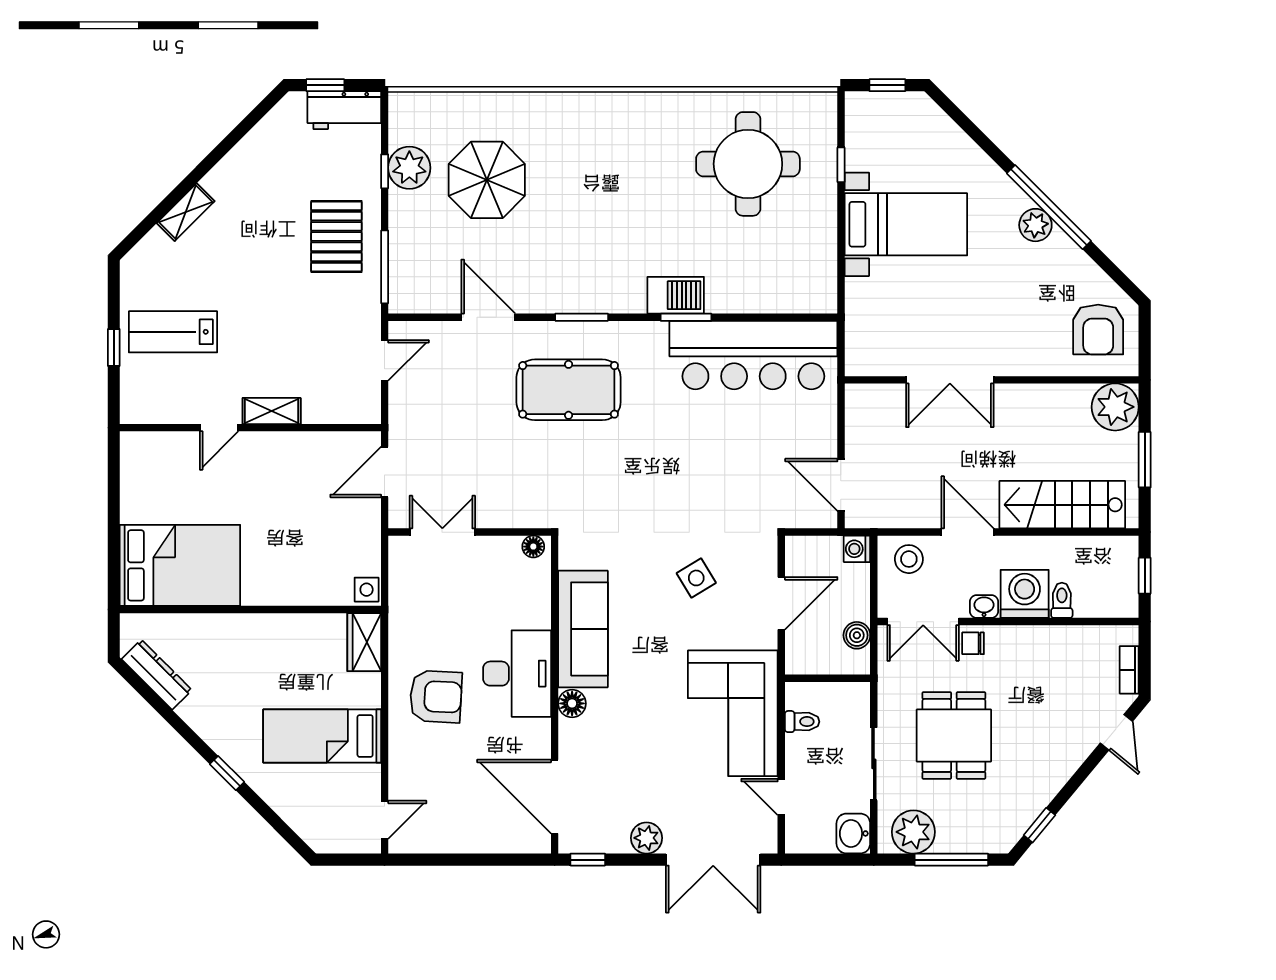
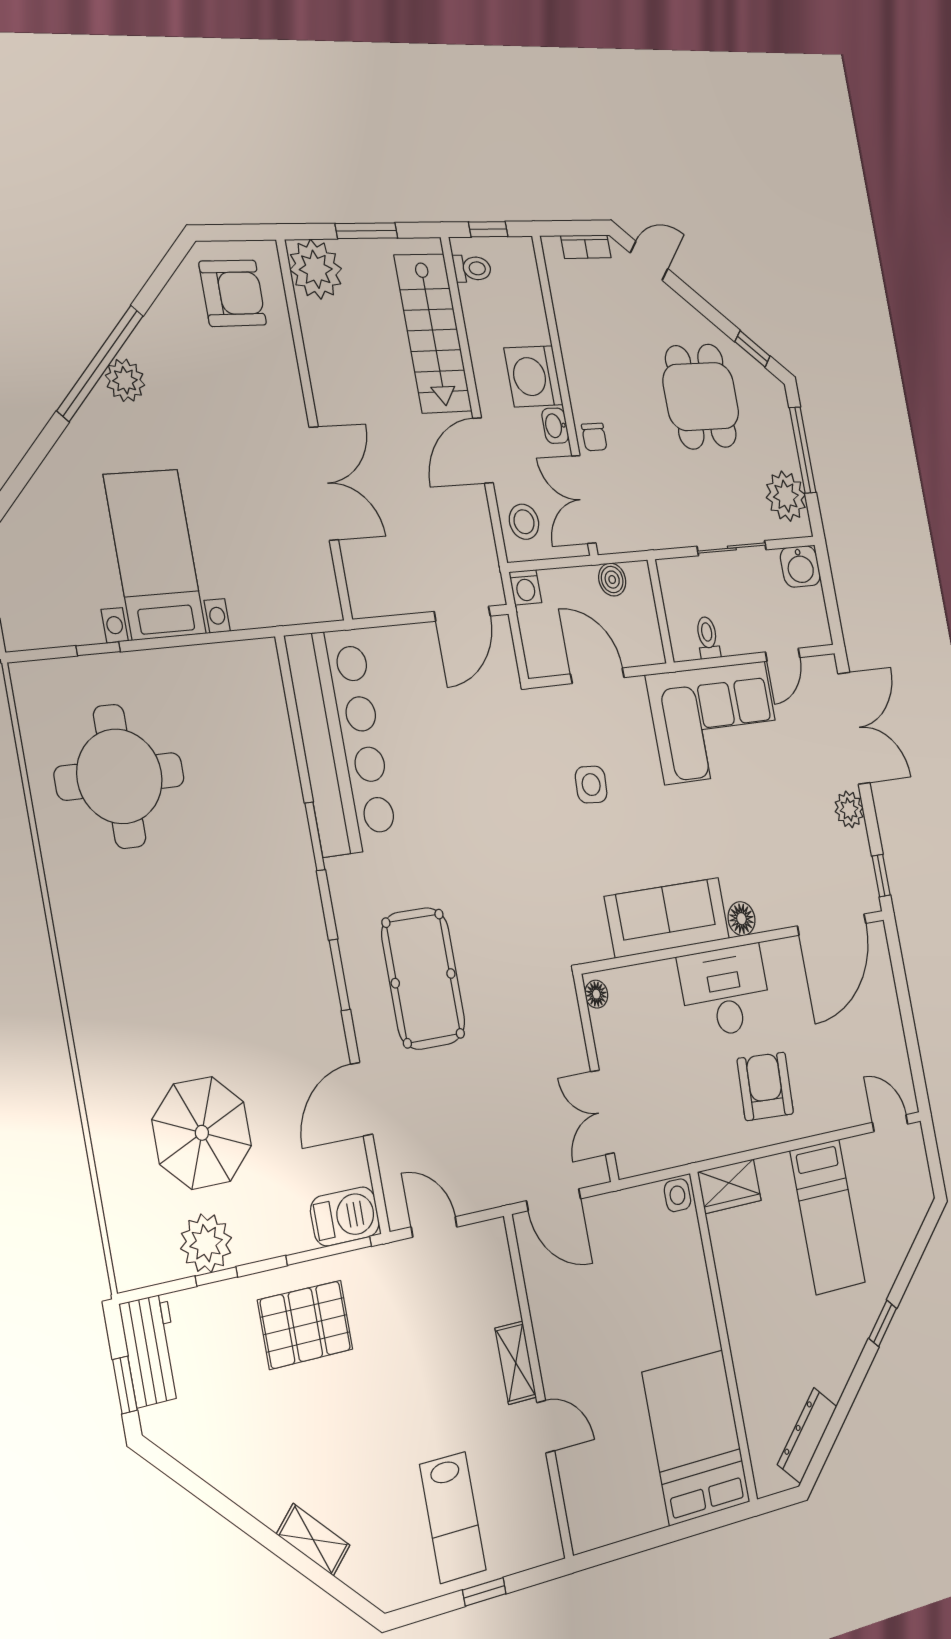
barbecue: (676, 295) -> (345, 1216), moved, turned 90
side table: (696, 578) -> (591, 785), turned 35
toilet: (1062, 600) -> (472, 268), moved, turned 180
double door: (923, 622) -> (584, 499), swing flipped
dining table: (954, 735) -> (701, 397), moved, turned 90

